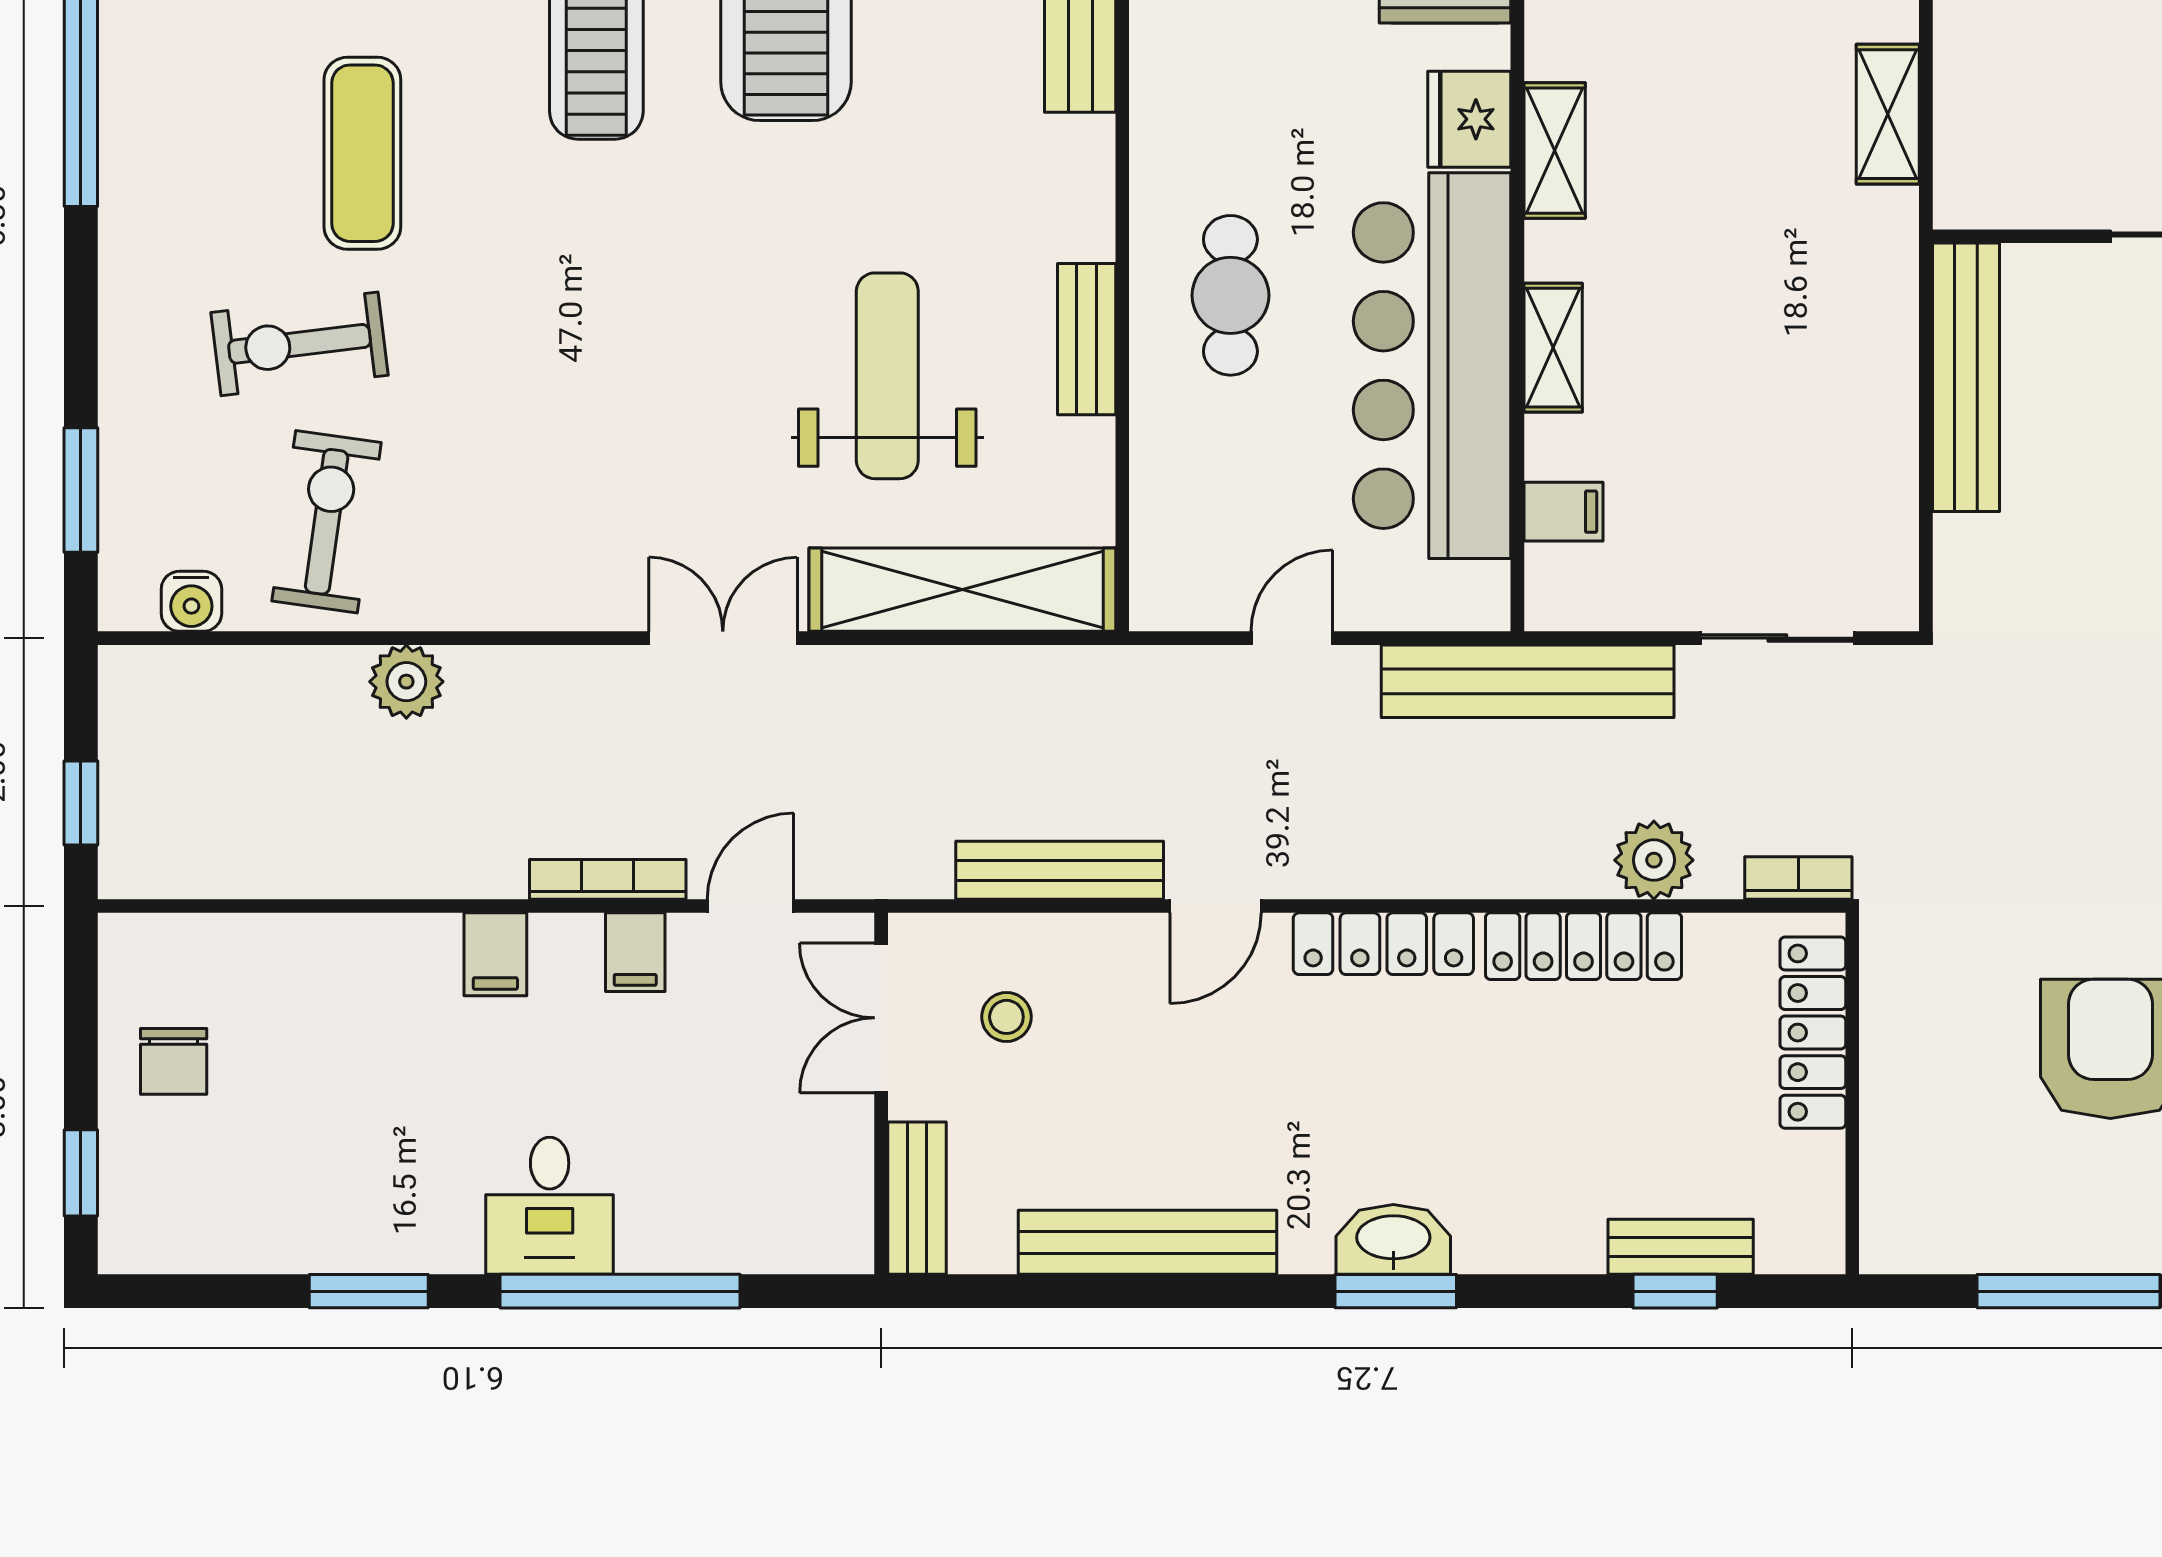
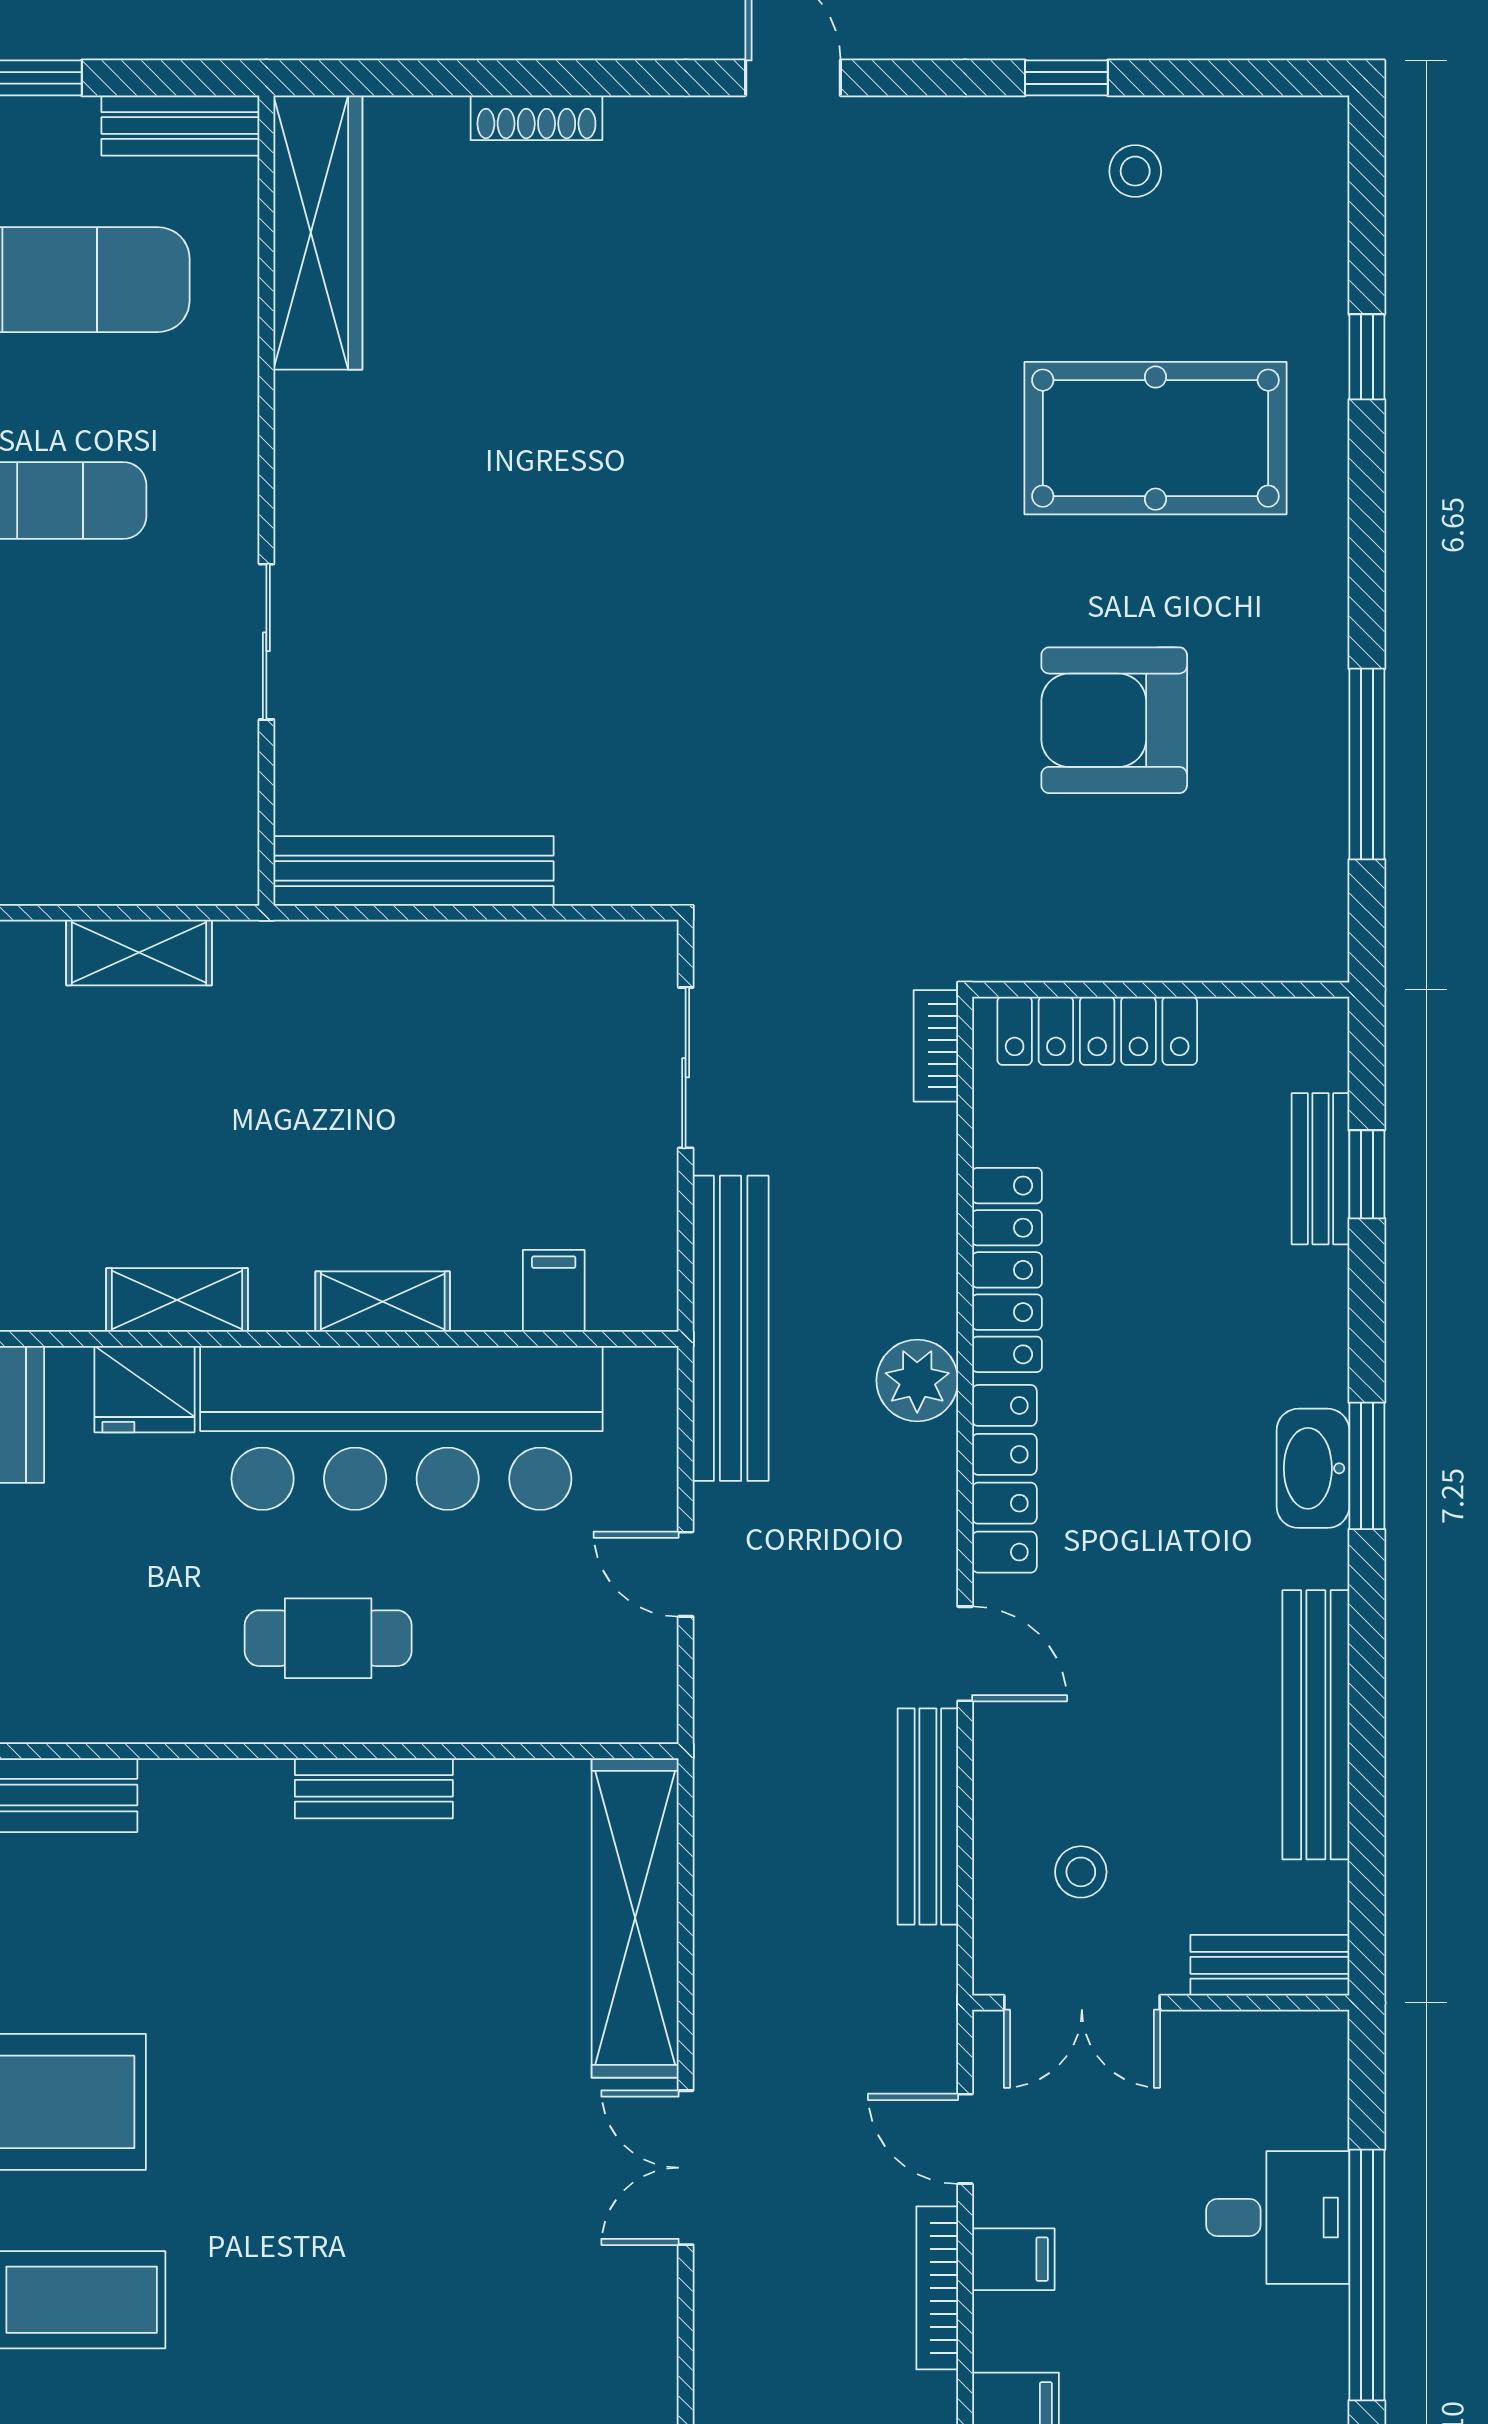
weight bench: (887, 376) -> (412, 1996), removed
plant: (1654, 860) -> (917, 1380), moved
desk: (550, 1206) -> (1278, 2218), moved

